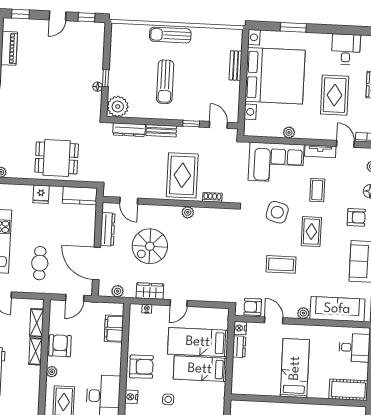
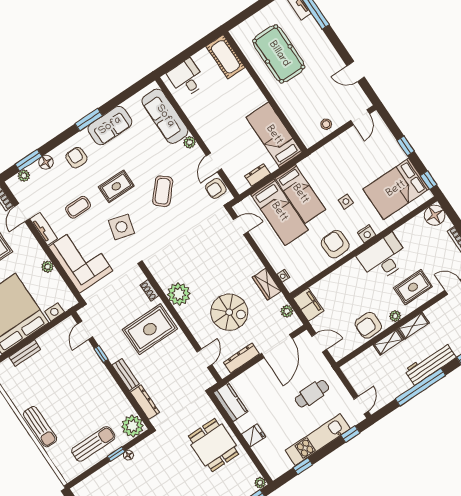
sun lounger: (165, 82) -> (93, 444), moved
plant: (188, 212) -> (179, 294), width x1.87, depth x1.87
coffee table: (281, 264) -> (163, 191), turned 41
door: (179, 303) -> (241, 226), moved
armchair: (253, 307) -> (216, 188), turned 90
shelving: (37, 323) -> (413, 326), moved
nightstand: (240, 328) -> (241, 186), removed
filing cabinet: (114, 329) -> (308, 305), moved, turned -90
bed: (295, 368) -> (274, 135), moved, turned 90

